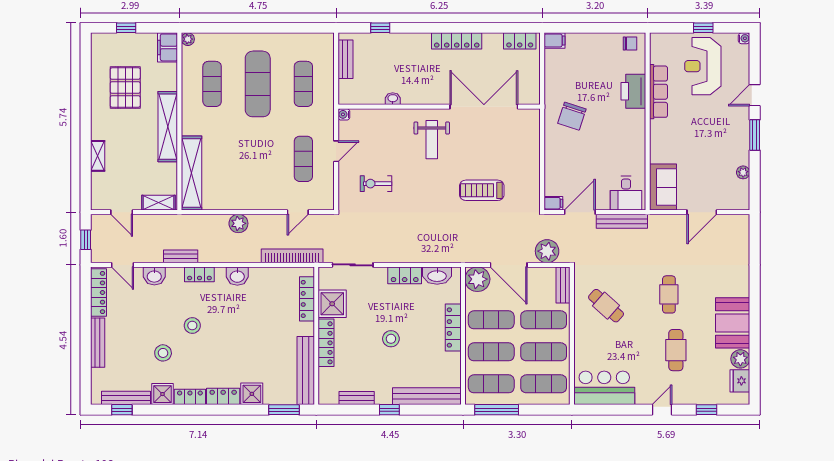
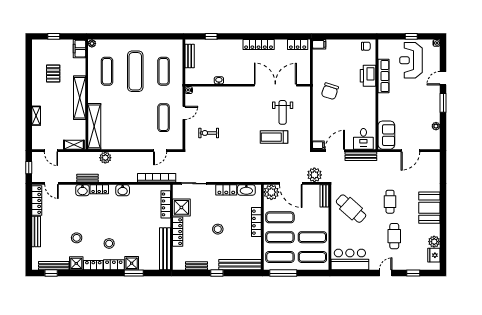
pallet: (125, 88) -> (53, 73), width x0.67, depth x0.71
weight bench: (432, 140) -> (283, 112), moved
plant: (238, 223) -> (105, 158), moved
washbasin: (154, 276) -> (82, 190), moved
cafe table: (606, 306) -> (351, 209), width x1.37, depth x1.35
exercise mat: (544, 320) -> (312, 217), removed
booth: (733, 323) -> (429, 208), moved
stool: (192, 326) -> (109, 243), moved
window: (284, 410) -> (134, 273), moved

